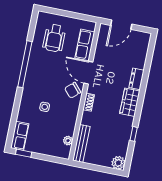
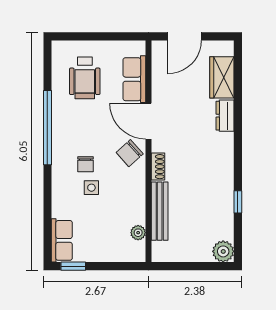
chair: (44, 92) -> (85, 164), added
wardrobe: (130, 102) -> (222, 77), moved
bench: (81, 143) -> (160, 211), moved

